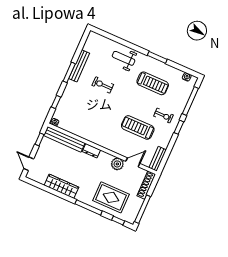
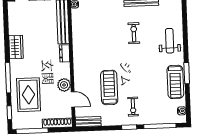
treadmill: (153, 83) -> (175, 82), moved
wardrobe: (61, 186) -> (16, 47), width x0.67

